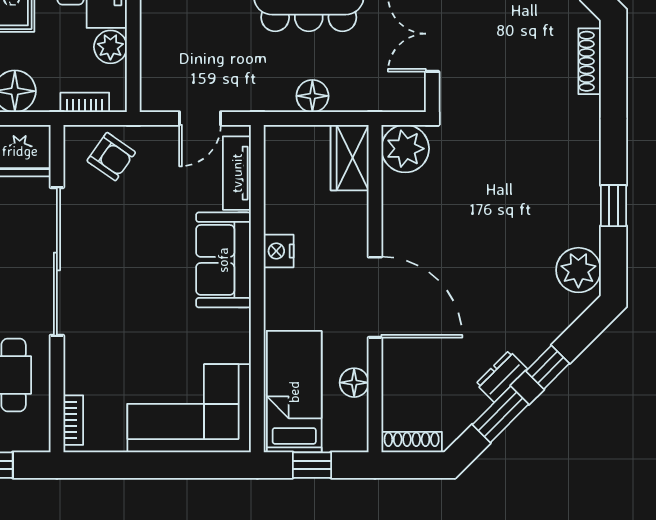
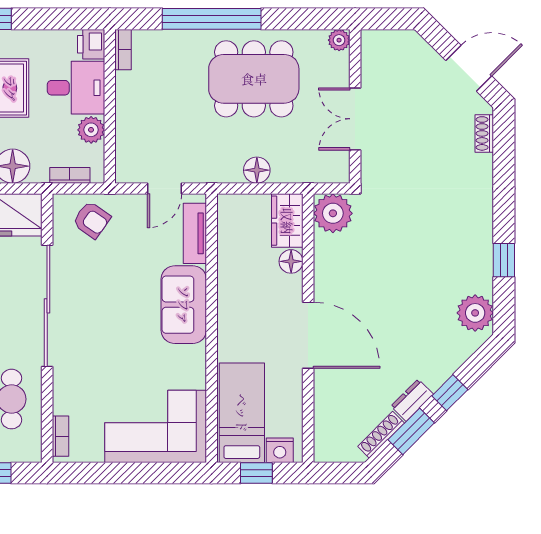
shoe rack: (590, 61) -> (484, 133), width x0.70
nightstand: (279, 251) -> (280, 450), moved, turned -90
floor lamp: (354, 383) -> (291, 261), moved
shoe rack: (412, 442) -> (381, 435), moved, turned -45

